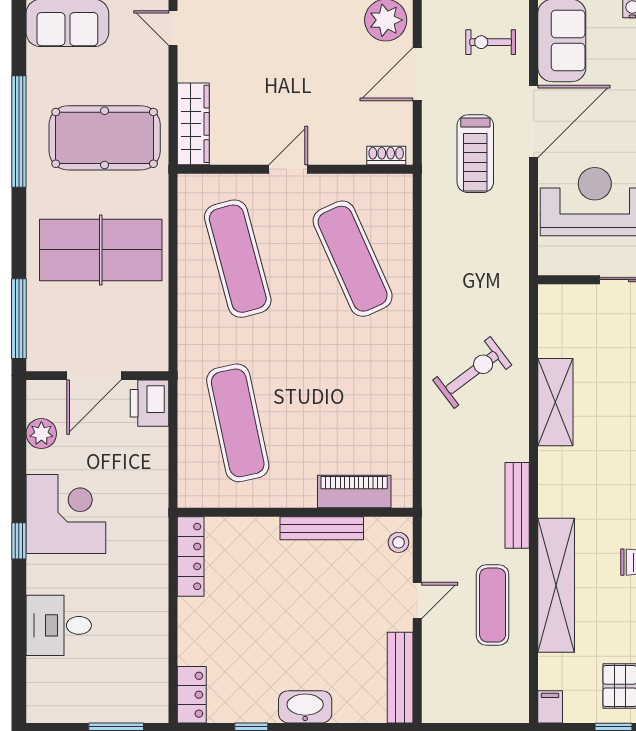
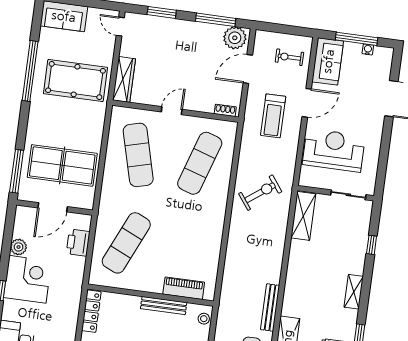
door: (534, 121) -> (307, 103), width x0.73
table tennis table: (101, 250) -> (62, 165), moved
exercise mat: (353, 259) -> (200, 163), turned 42
exercise bike: (472, 372) -> (260, 193), moved
shelving: (555, 402) -> (303, 216), moved
printer: (150, 403) -> (78, 243), moved
exercise mat: (238, 423) -> (126, 243), turned 36
plant: (41, 434) -> (18, 247), moved

